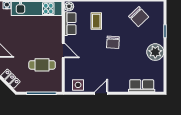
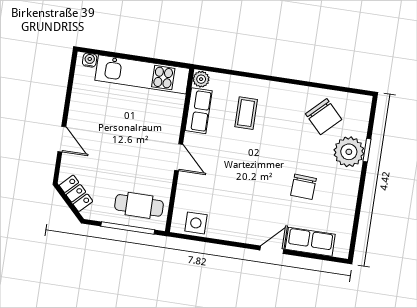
chair: (113, 42) -> (303, 187), moved
plant: (155, 52) -> (349, 152), moved
cafe table: (42, 65) -> (139, 205), moved
door: (101, 93) -> (272, 250), moved

